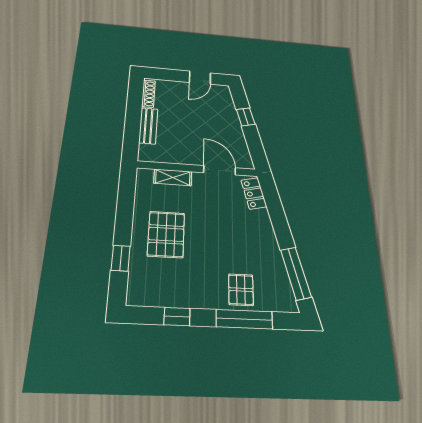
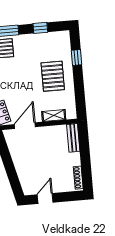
window: (246, 117) -> (11, 171), removed
bench: (148, 126) -> (73, 138), moved
door: (220, 170) -> (25, 126), swing flipped

